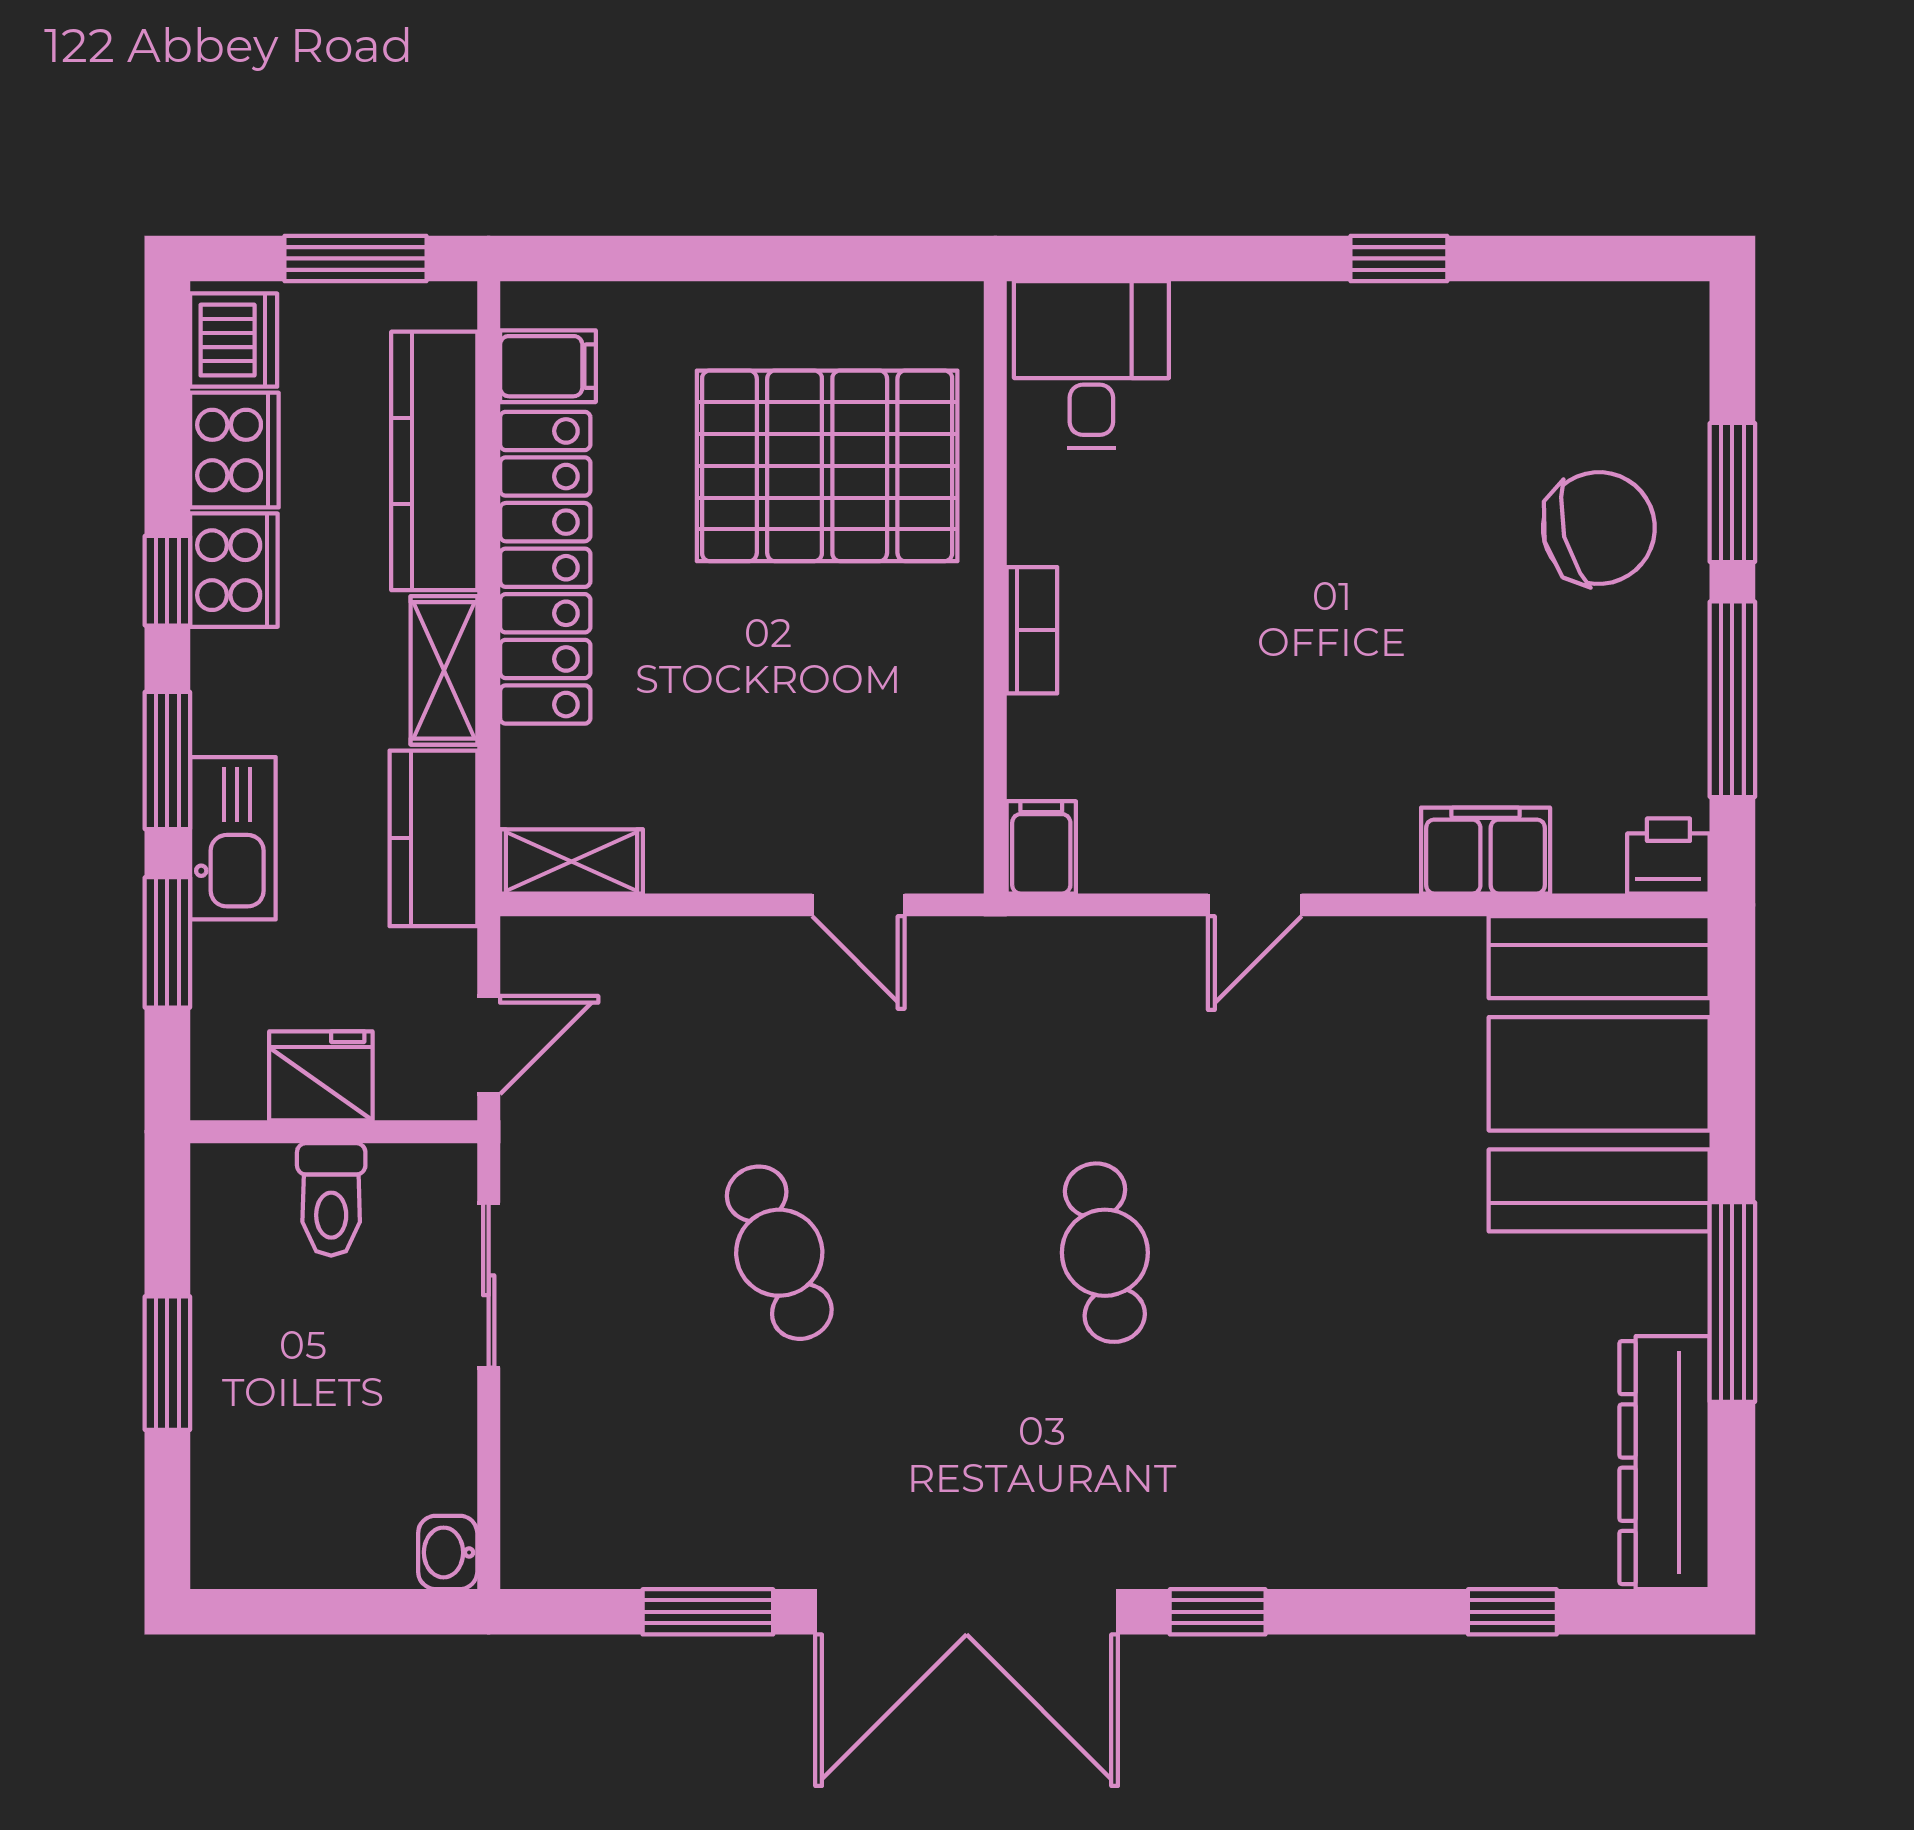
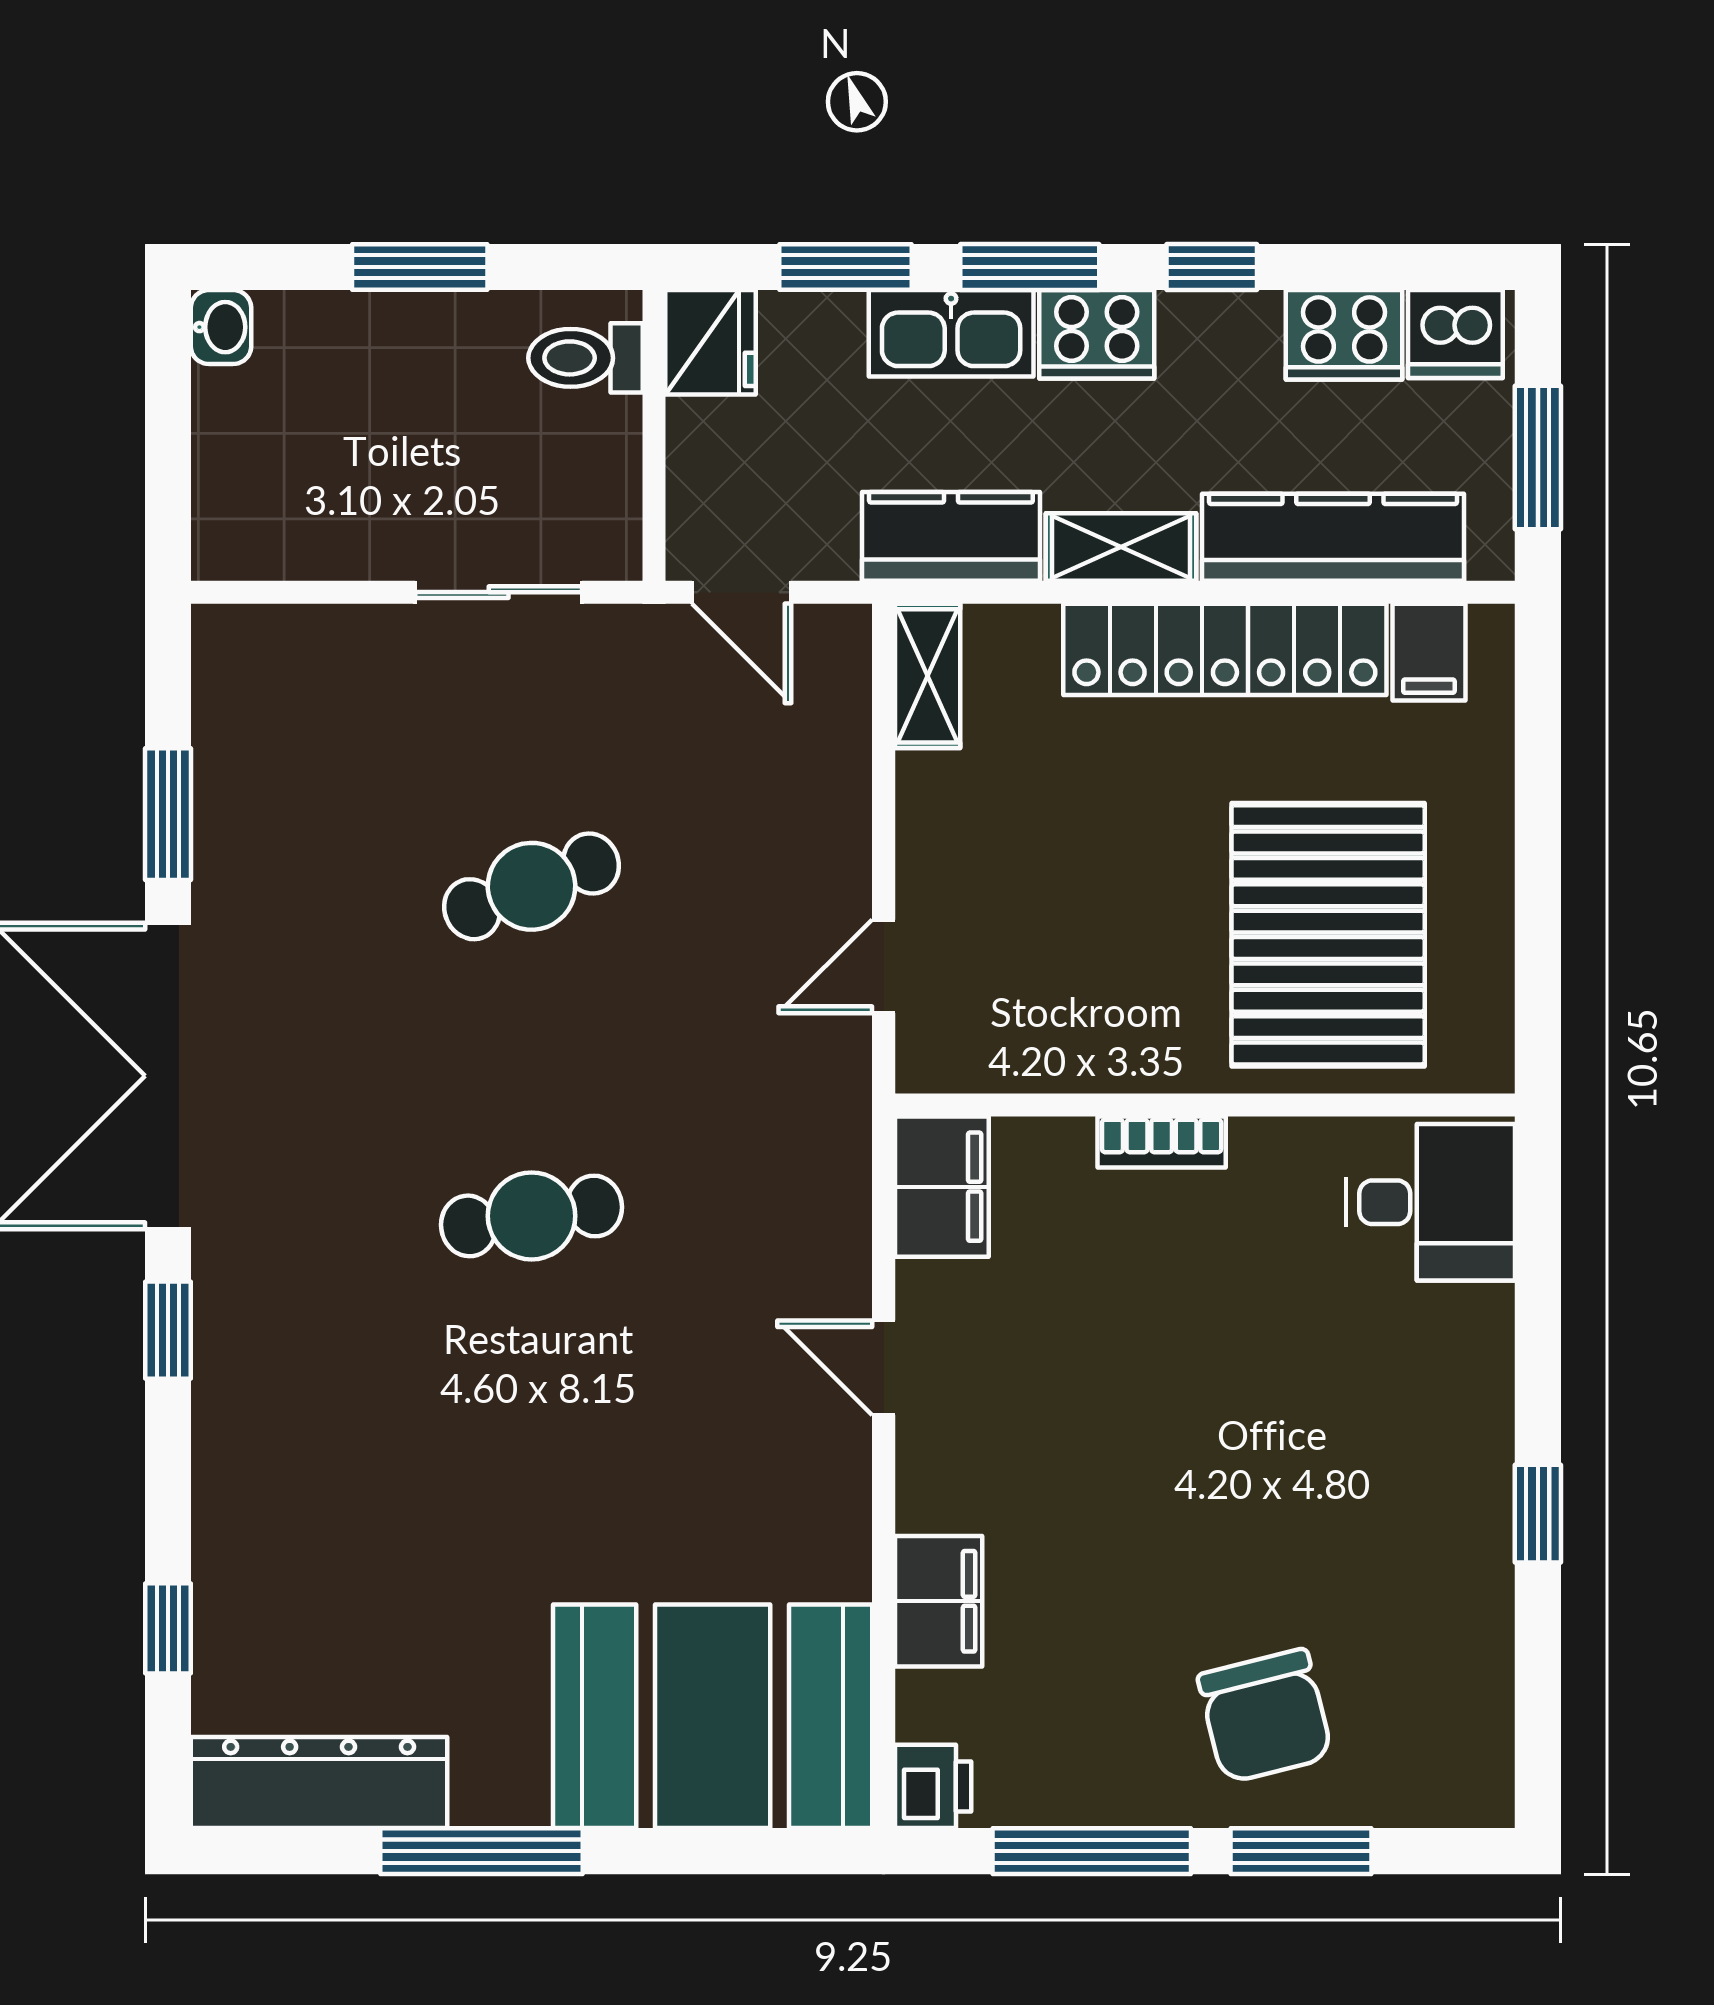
cooker: (234, 570) -> (1097, 334), moved
filing cabinet: (1041, 847) -> (942, 1187), width x2.00
fridge: (321, 1076) -> (711, 342), moved
toilet: (331, 1199) -> (585, 358), moved
washbasin: (448, 1552) -> (221, 327), moved, turned 90

